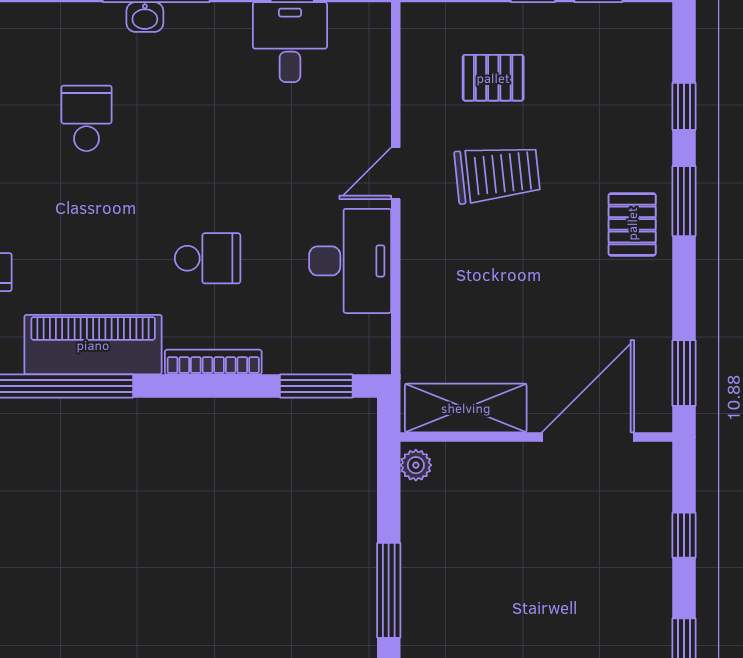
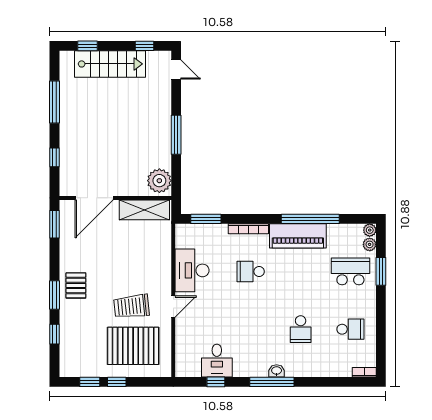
pallet: (493, 78) -> (133, 346), width x2.05, depth x2.00
plant: (416, 465) -> (159, 181), width x1.87, depth x1.87

